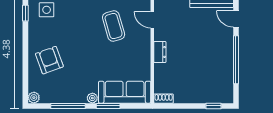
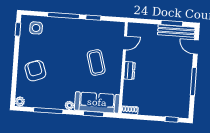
door: (152, 20) -> (125, 43), swing flipped
coffee table: (114, 26) -> (96, 63), moved
window: (236, 60) -> (193, 82), width x0.68
window: (108, 106) -> (94, 114), moved

